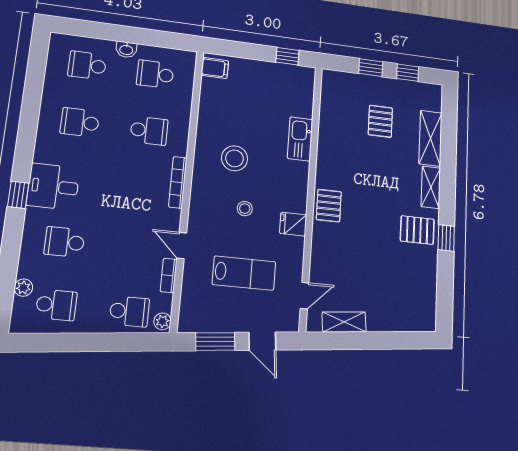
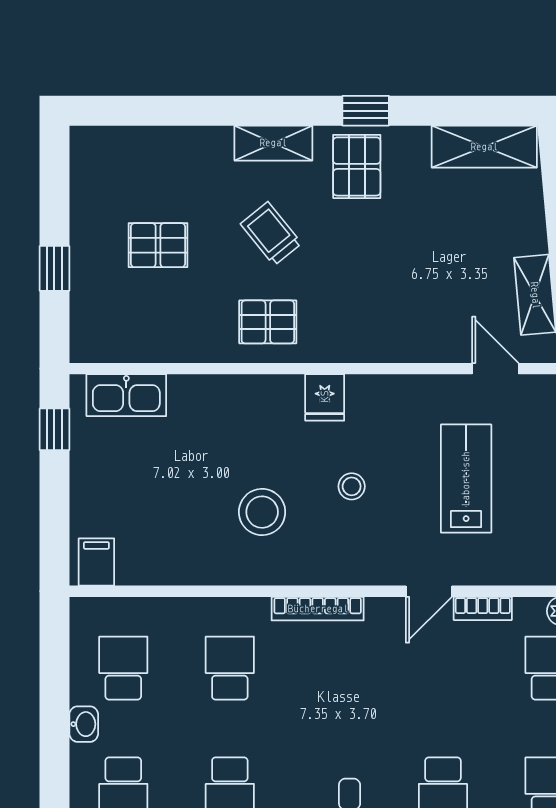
window: (408, 73) -> (54, 196), removed
school desk: (155, 74) -> (123, 668), turned 180
shelving: (430, 138) -> (484, 147), moved
kitchen sink: (300, 139) -> (126, 395), moved
trolley: (384, 181) -> (271, 234), added
pallet: (329, 206) -> (268, 322), moved
fridge: (293, 224) -> (325, 397), moved

